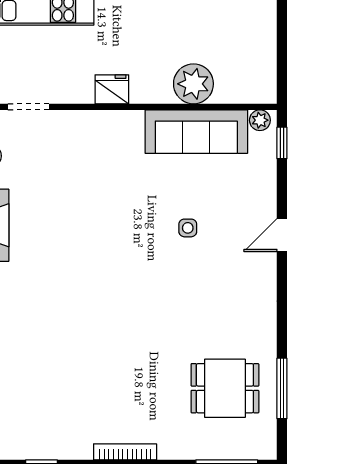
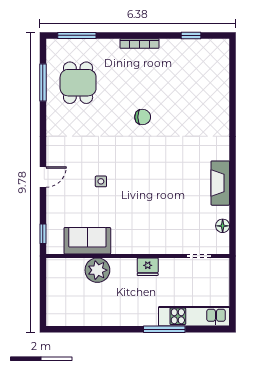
plant: (260, 120) -> (57, 248), removed
sofa: (196, 132) -> (87, 241), width x0.73
chair: (120, 332) -> (143, 117), added
dining table: (225, 388) -> (78, 83), turned 90

